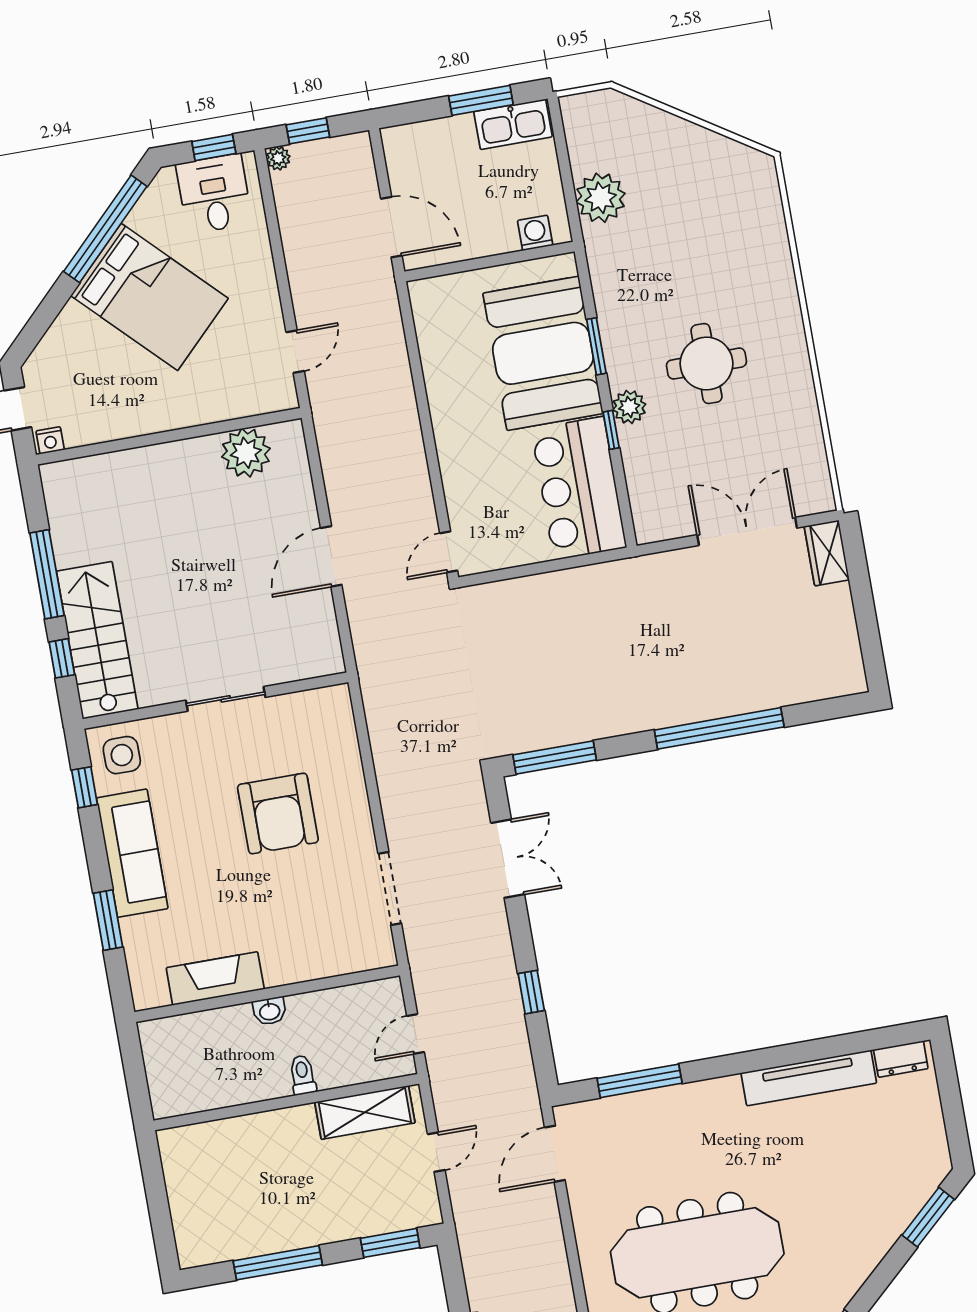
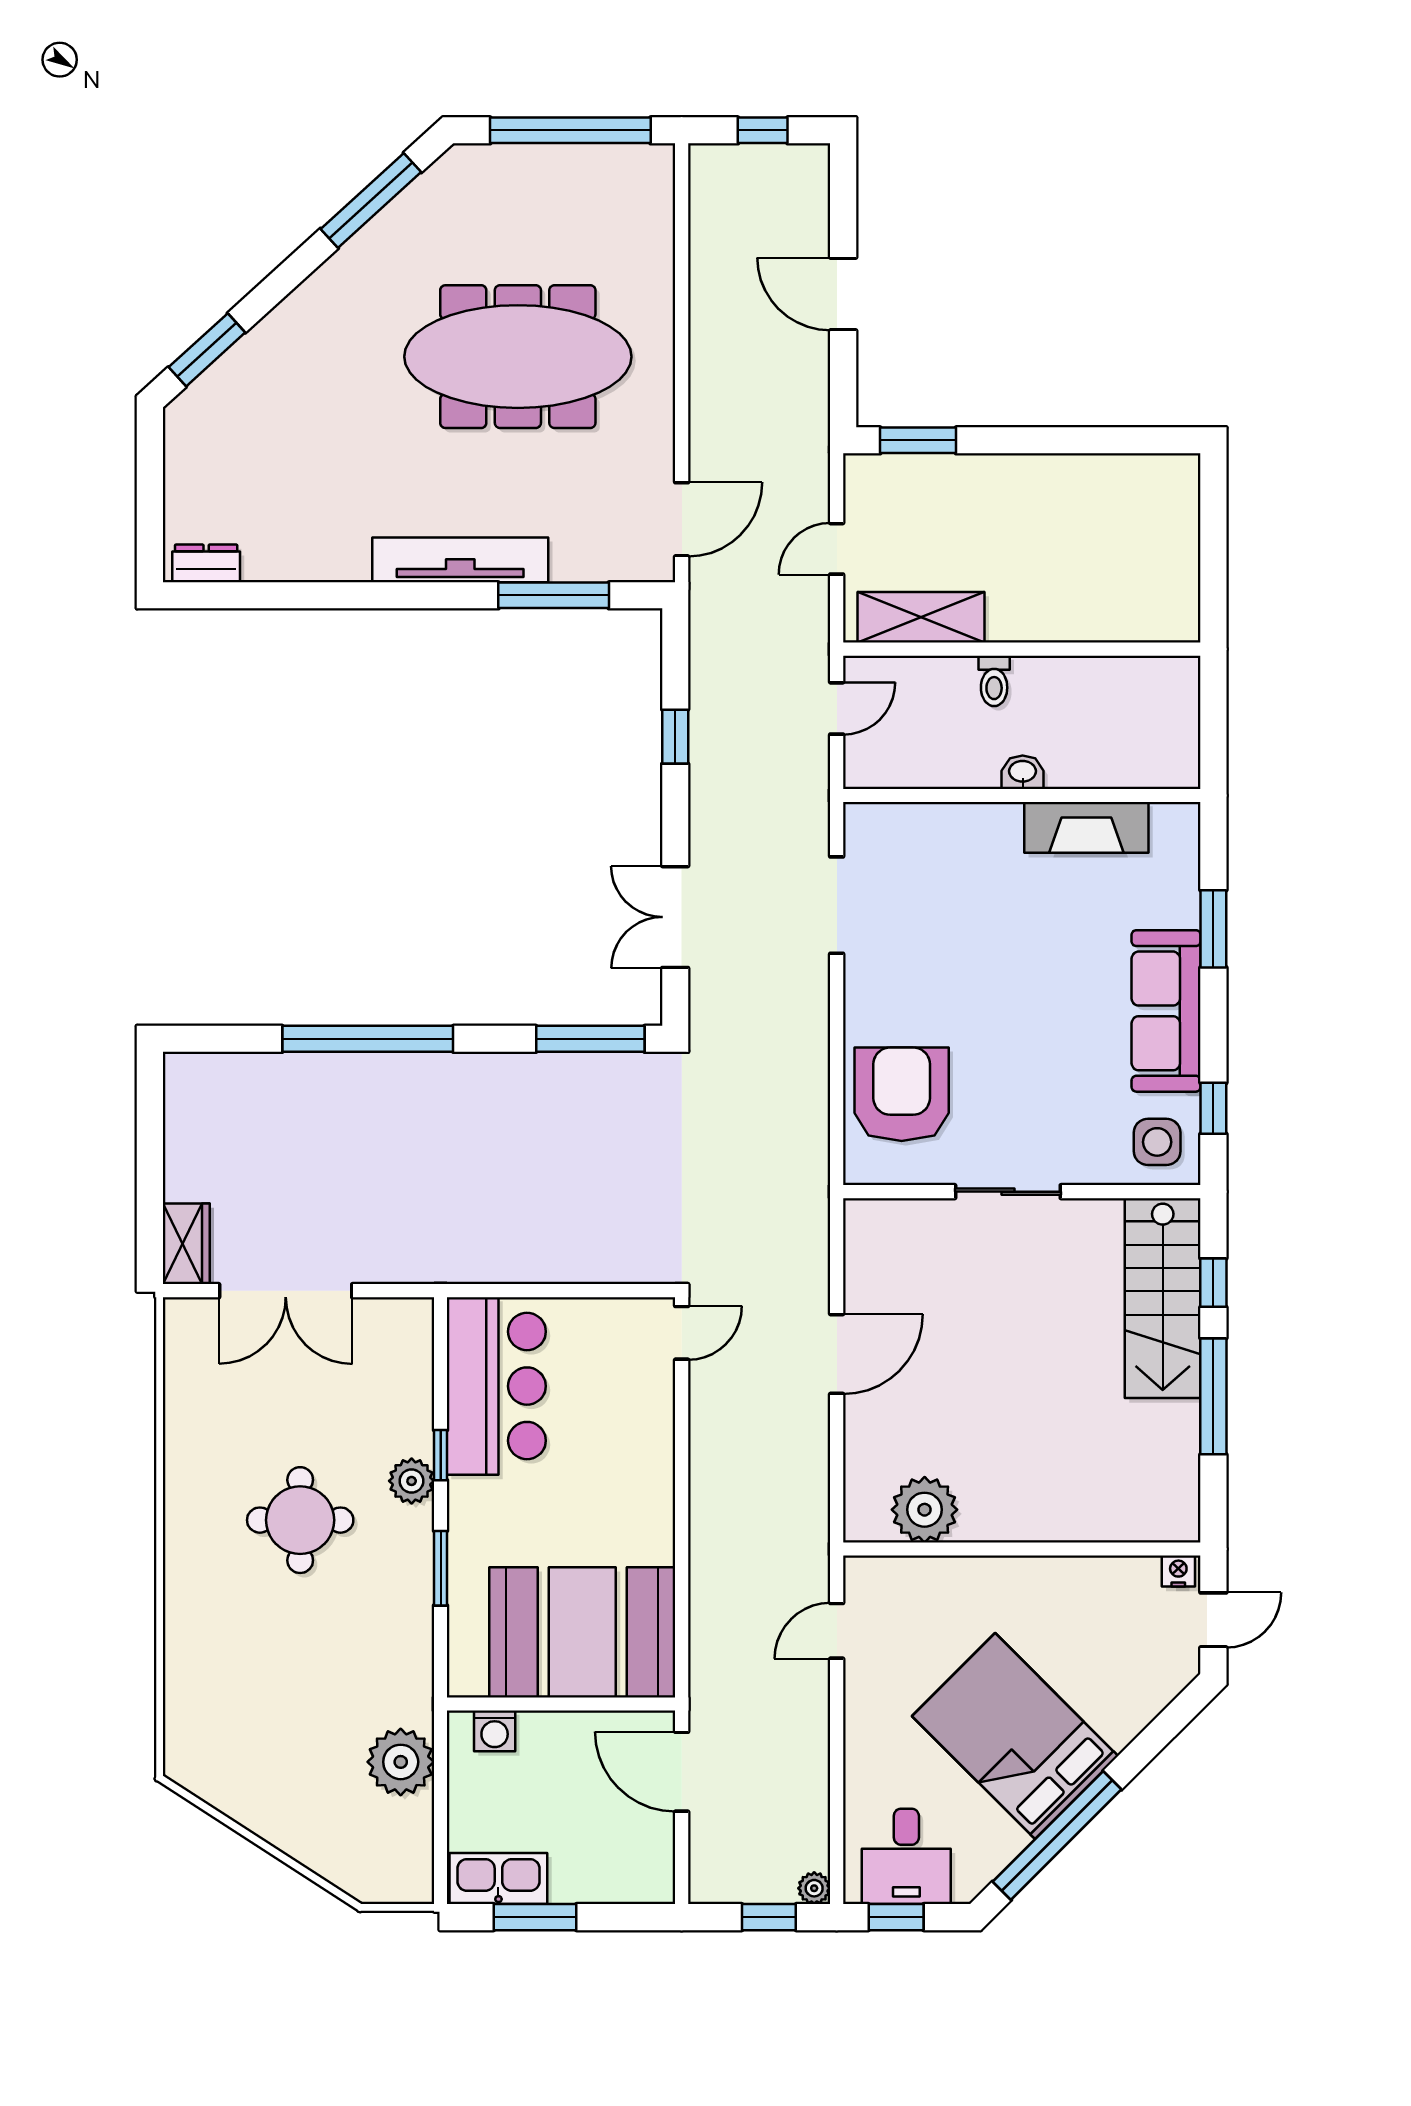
booth: (543, 353) -> (582, 1632), moved, turned 90
armchair: (278, 814) -> (902, 1094), moved
tv unit: (809, 1078) -> (460, 560), moved
window: (278, 1263) -> (1070, 440), removed

